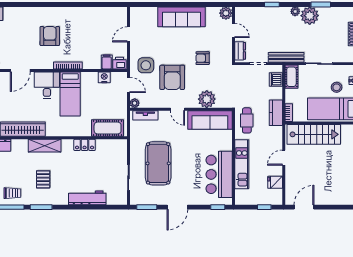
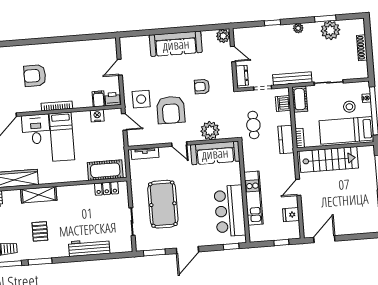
plant: (310, 16) -> (330, 30), moved
armchair: (50, 36) -> (35, 76), turned -90
plant: (135, 103) -> (132, 141), removed
cafe table: (247, 120) -> (253, 125), moved
locker: (85, 145) -> (107, 188), moved

